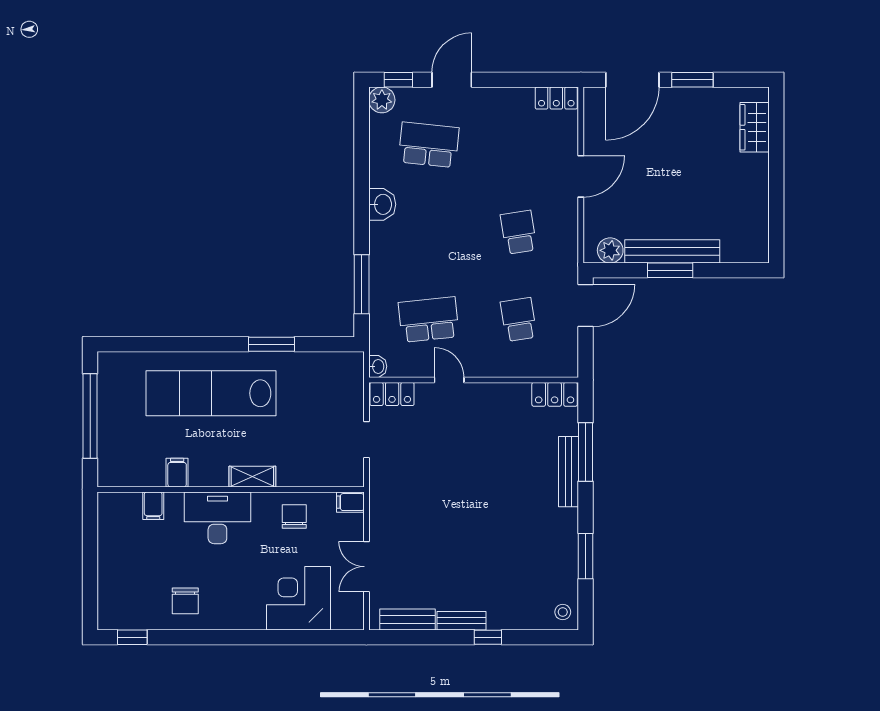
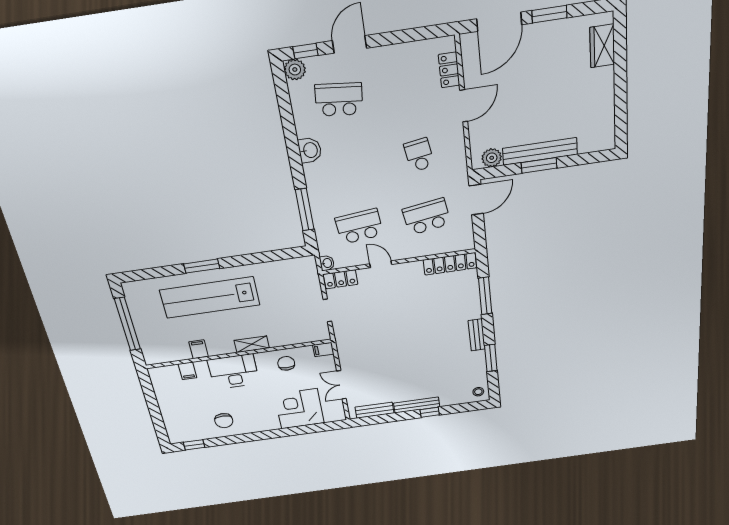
locker: (556, 98) -> (449, 70), moved, turned 90
school desk: (519, 320) -> (427, 217), width x1.85
window: (272, 344) -> (202, 266), moved
locker: (555, 394) -> (450, 264), width x1.53
bench: (569, 472) -> (477, 335), moved, width x0.73
bench: (461, 621) -> (417, 405), width x1.36

